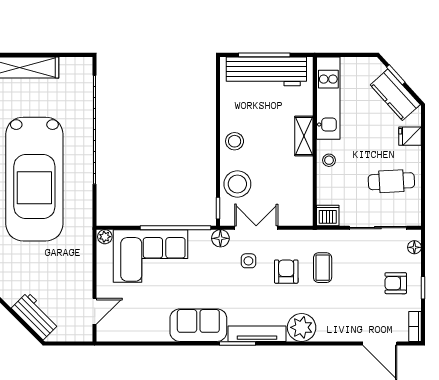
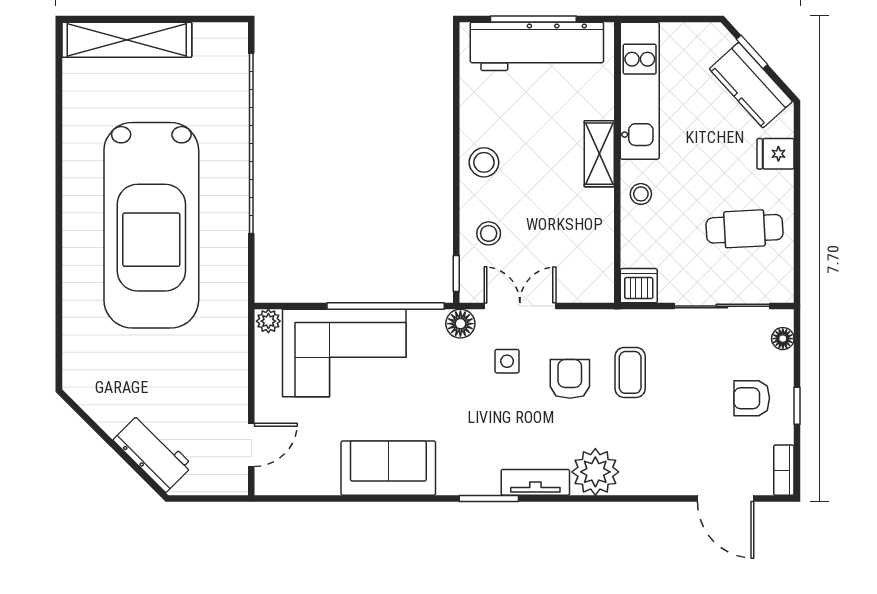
stool: (237, 184) -> (489, 233), width x0.53, depth x0.53
sofa: (198, 325) -> (388, 468), moved
tv unit: (257, 334) -> (535, 482), width x0.71

